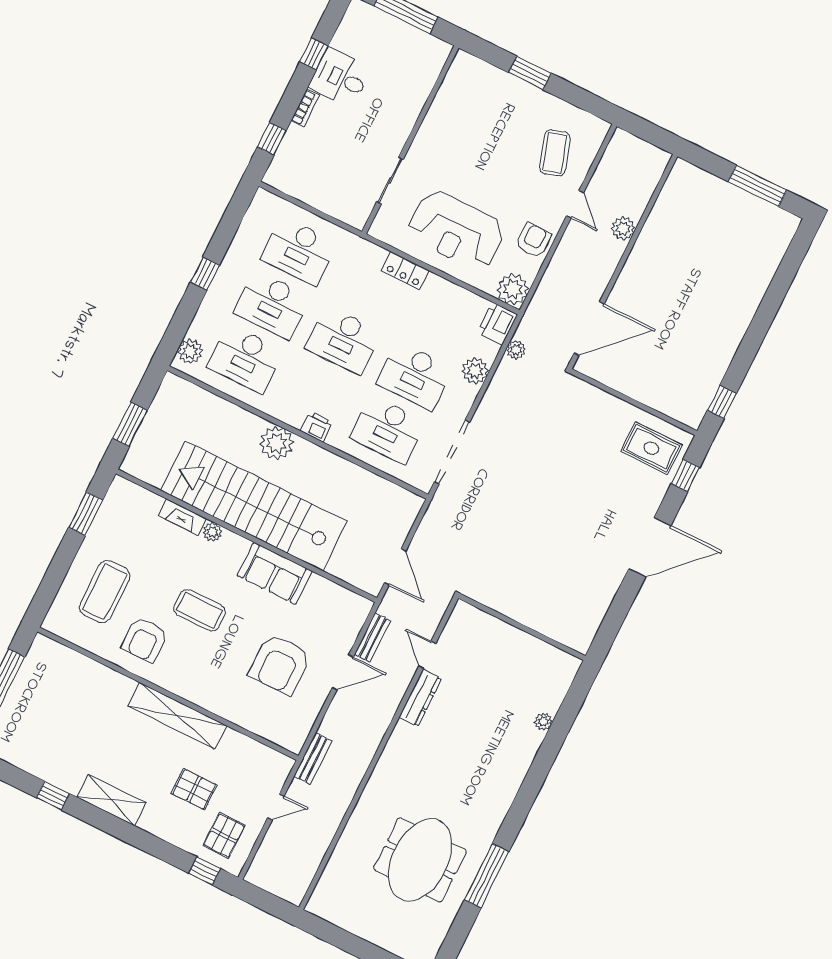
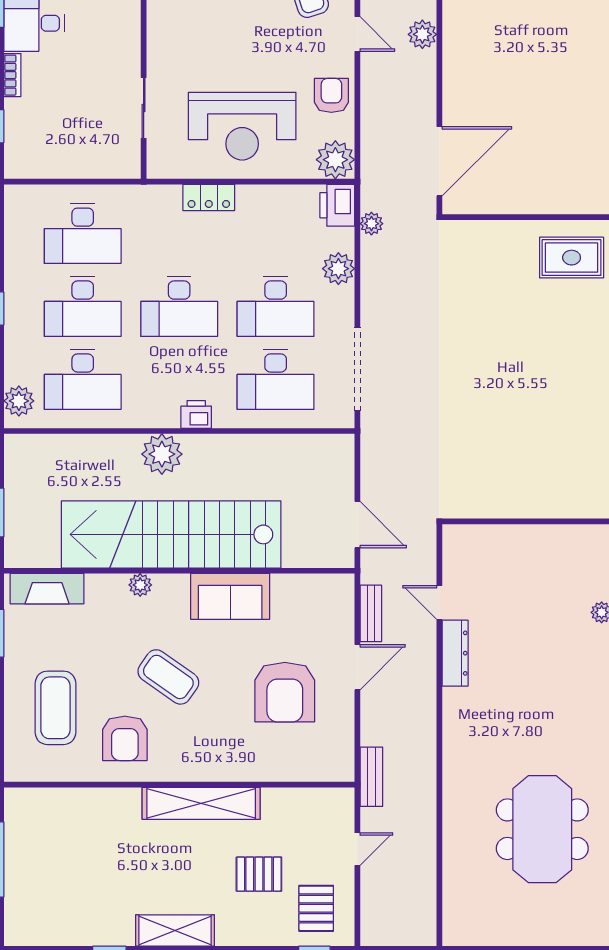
fireplace: (182, 517) -> (47, 589), moved, width x1.37, depth x1.32
coffee table: (199, 610) -> (168, 677), turned 35

